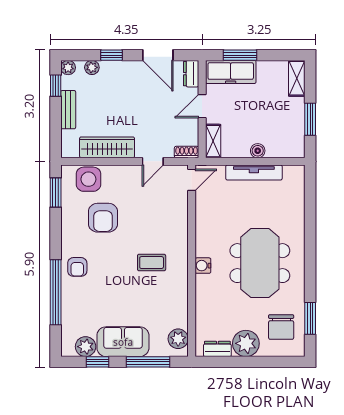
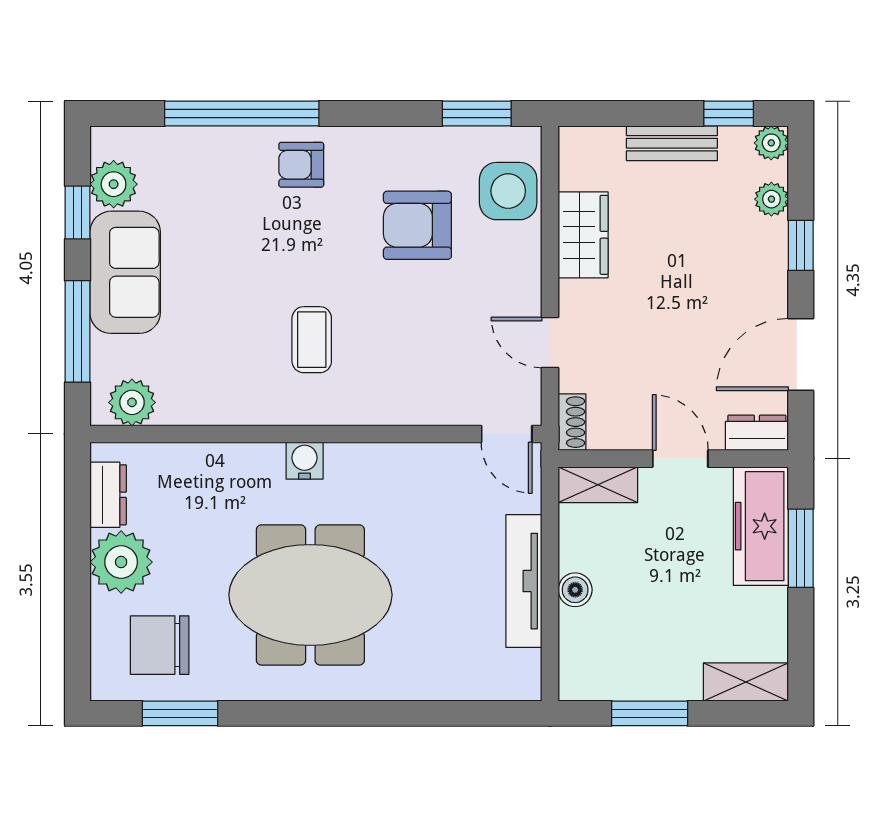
wardrobe: (107, 147) -> (583, 235), width x0.67

